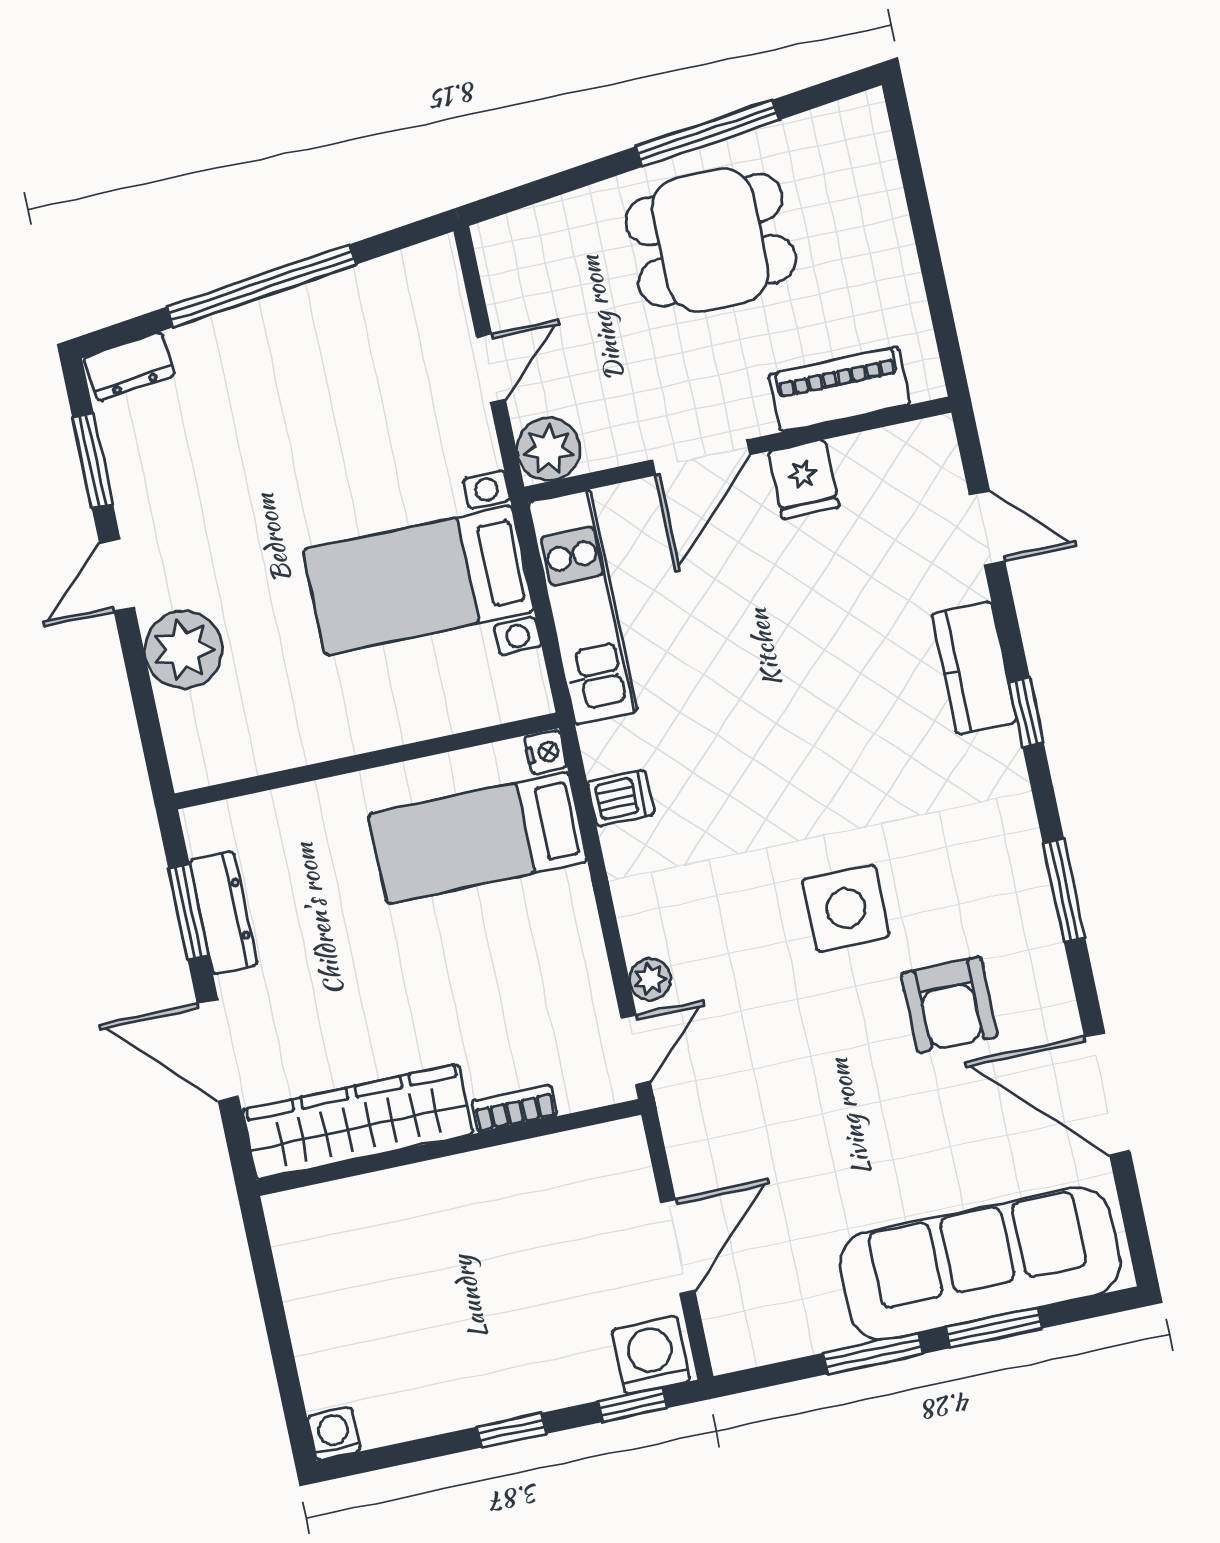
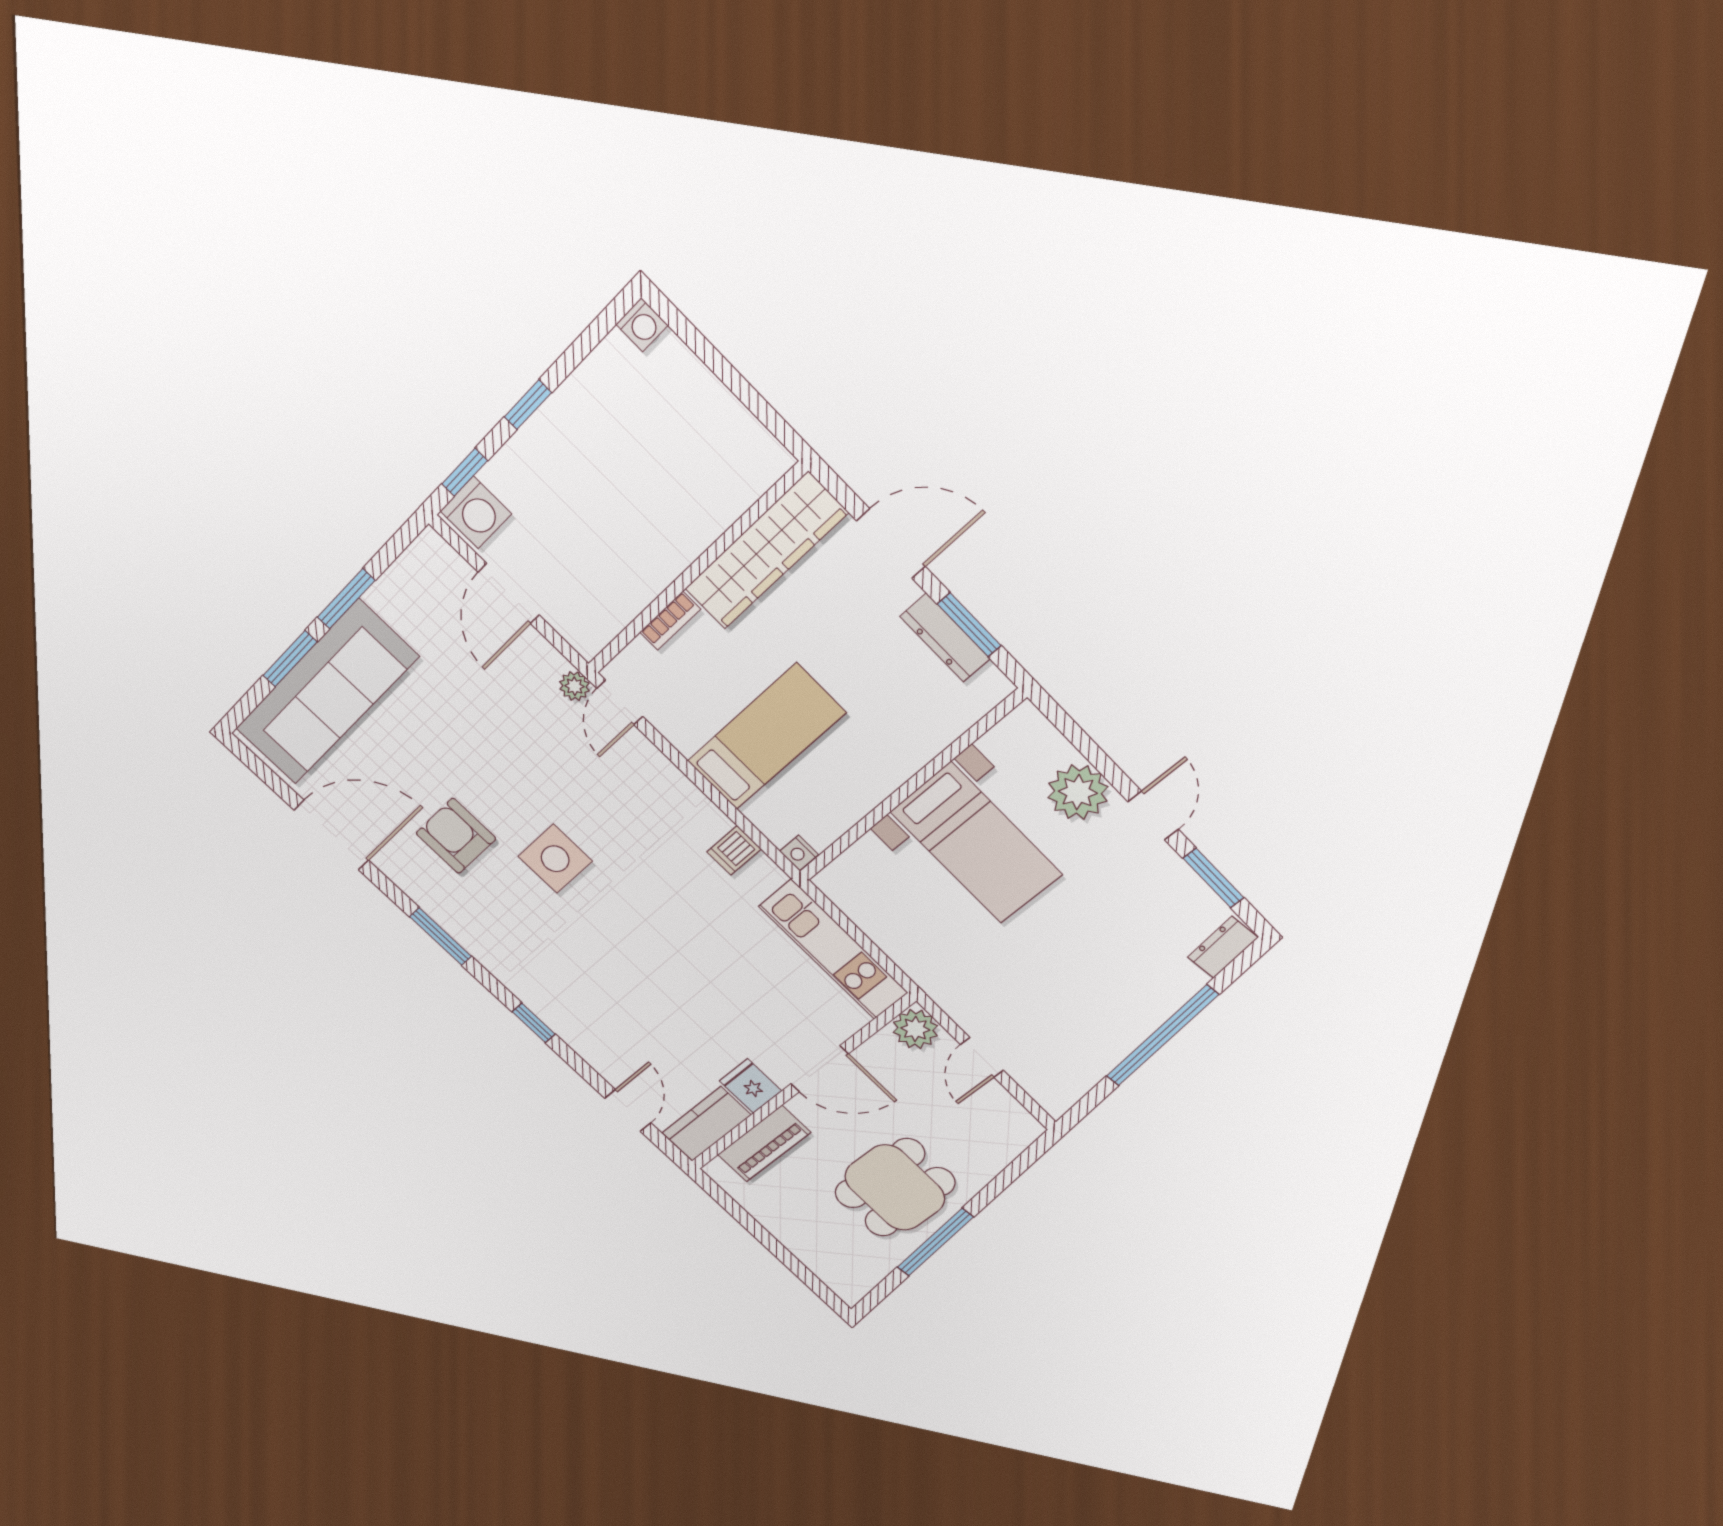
door: (701, 457) -> (819, 1069), swing flipped
door: (987, 528) -> (628, 1110), swing flipped
bed with nightstands: (418, 581) -> (976, 843), moved, turned 90
kitchen counter: (974, 668) -> (706, 1124), moved, turned -90
bed: (478, 838) -> (766, 737), moved
plant: (650, 979) -> (575, 686), moved

